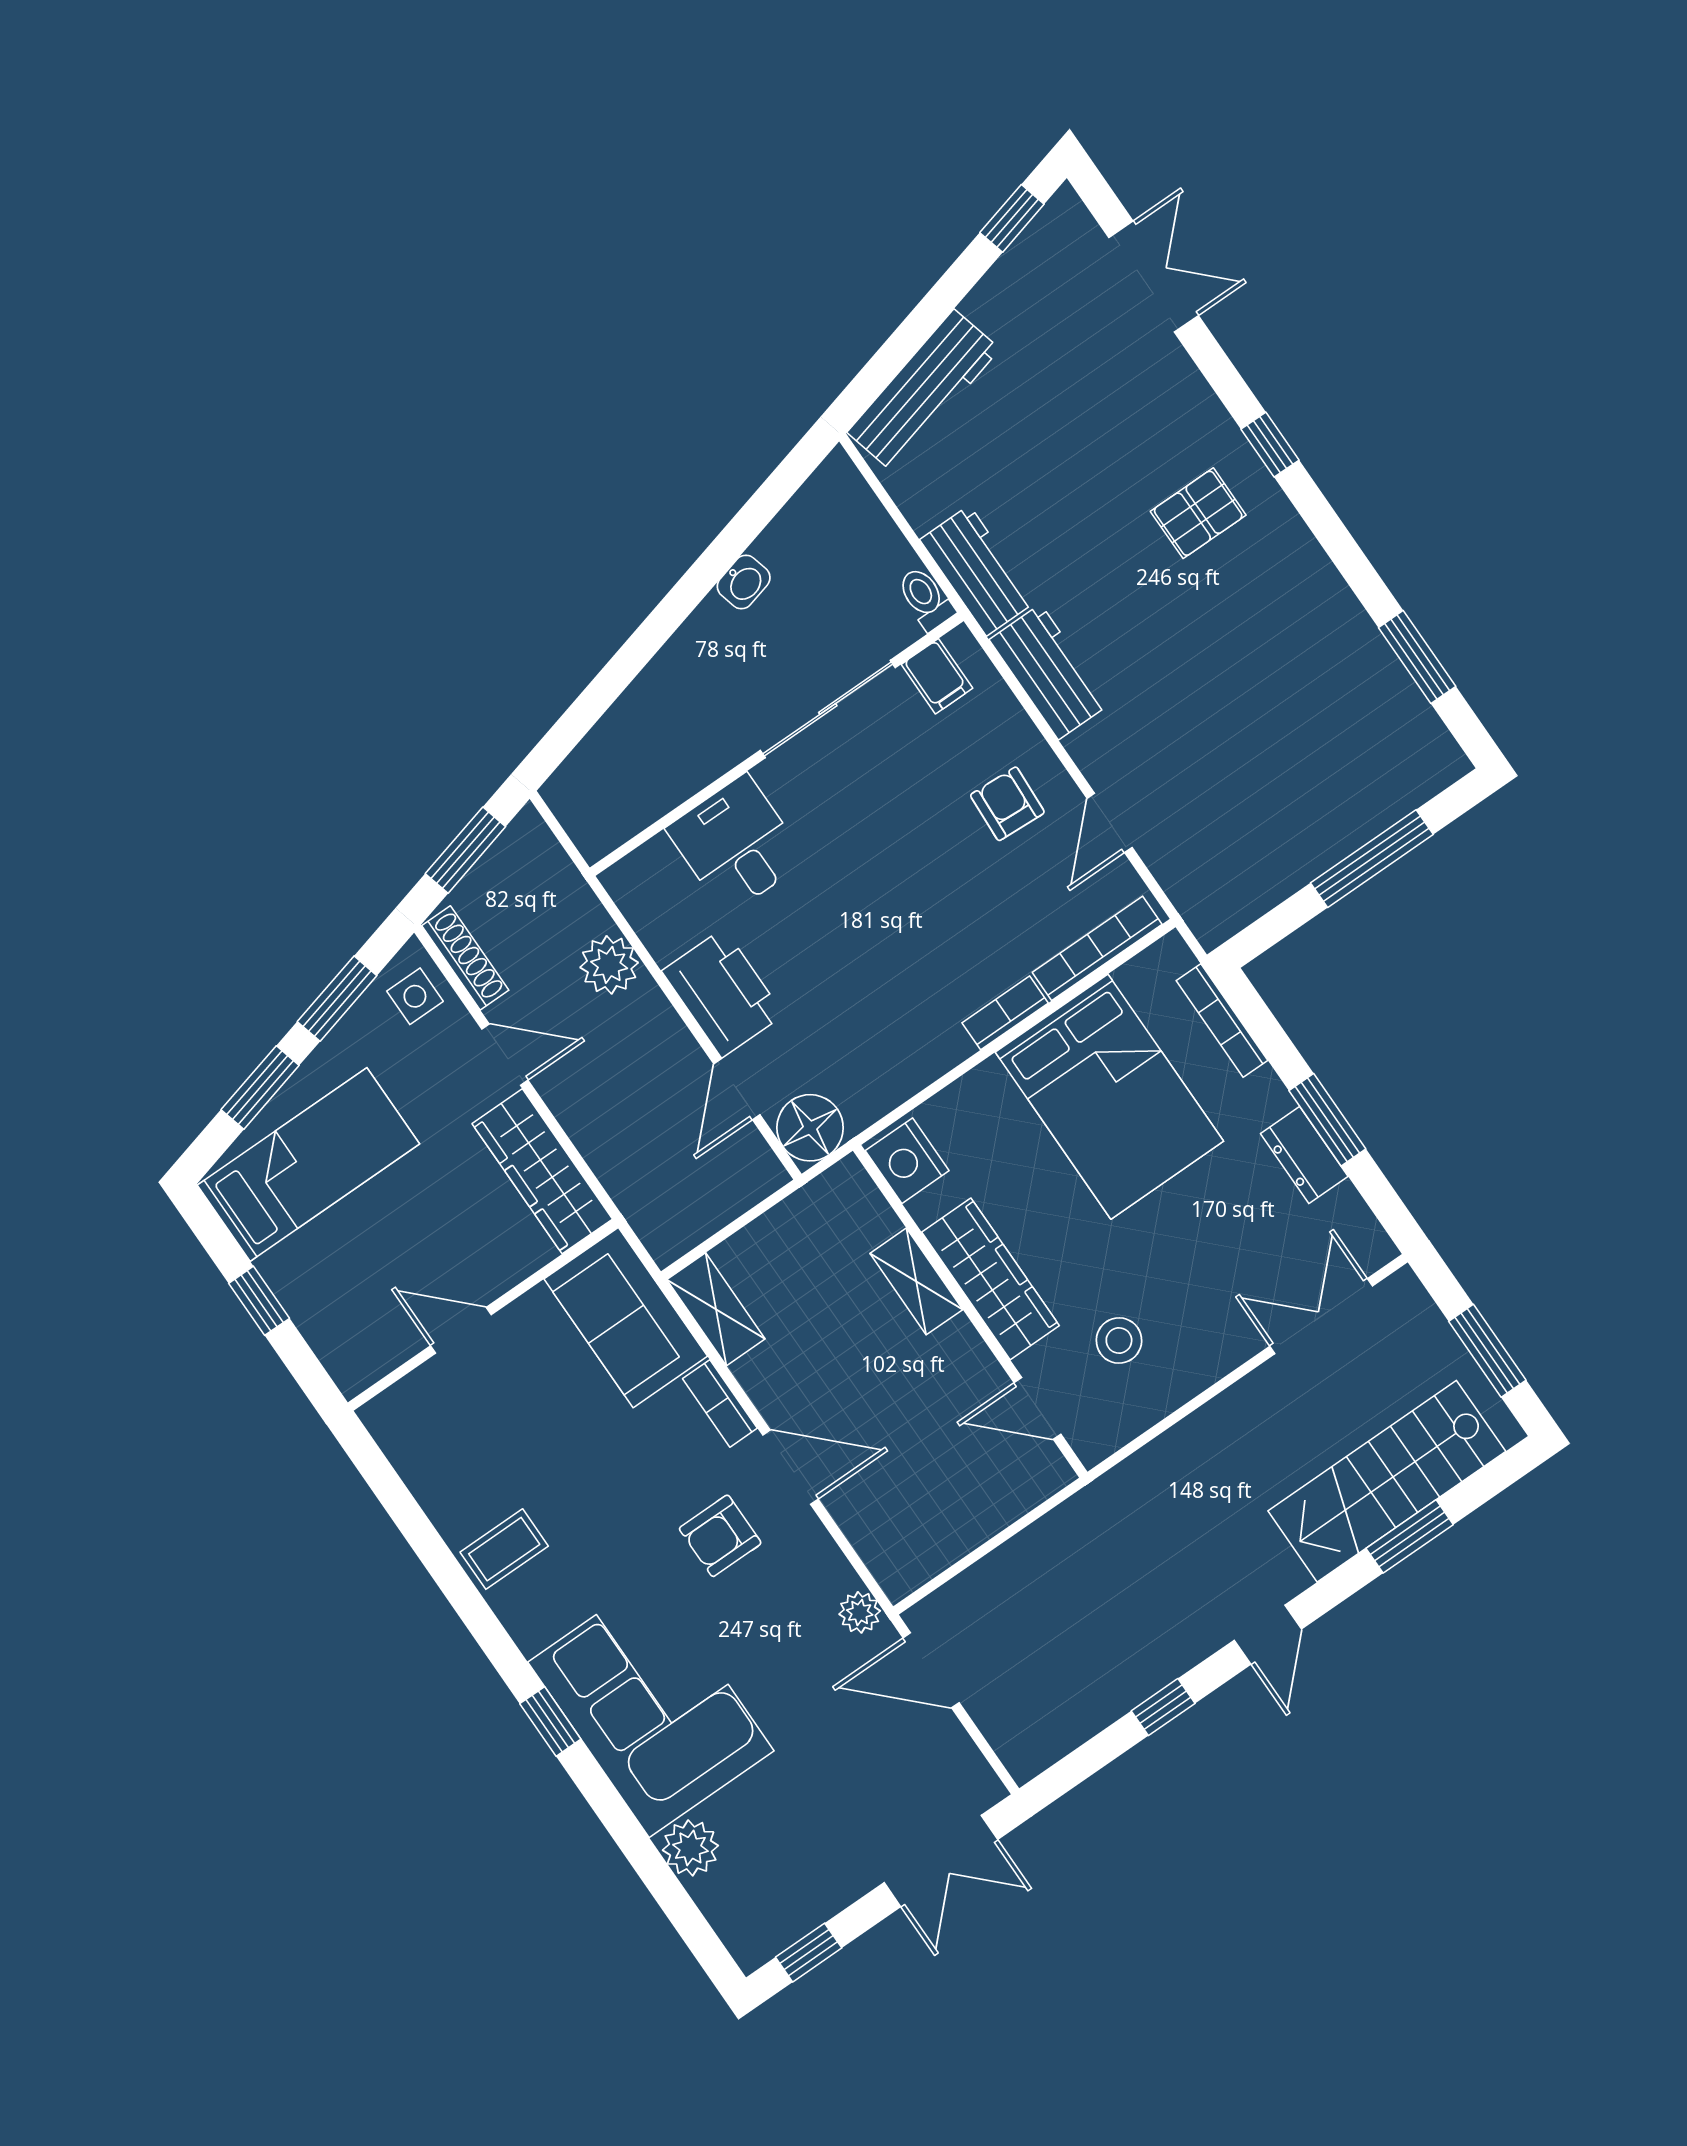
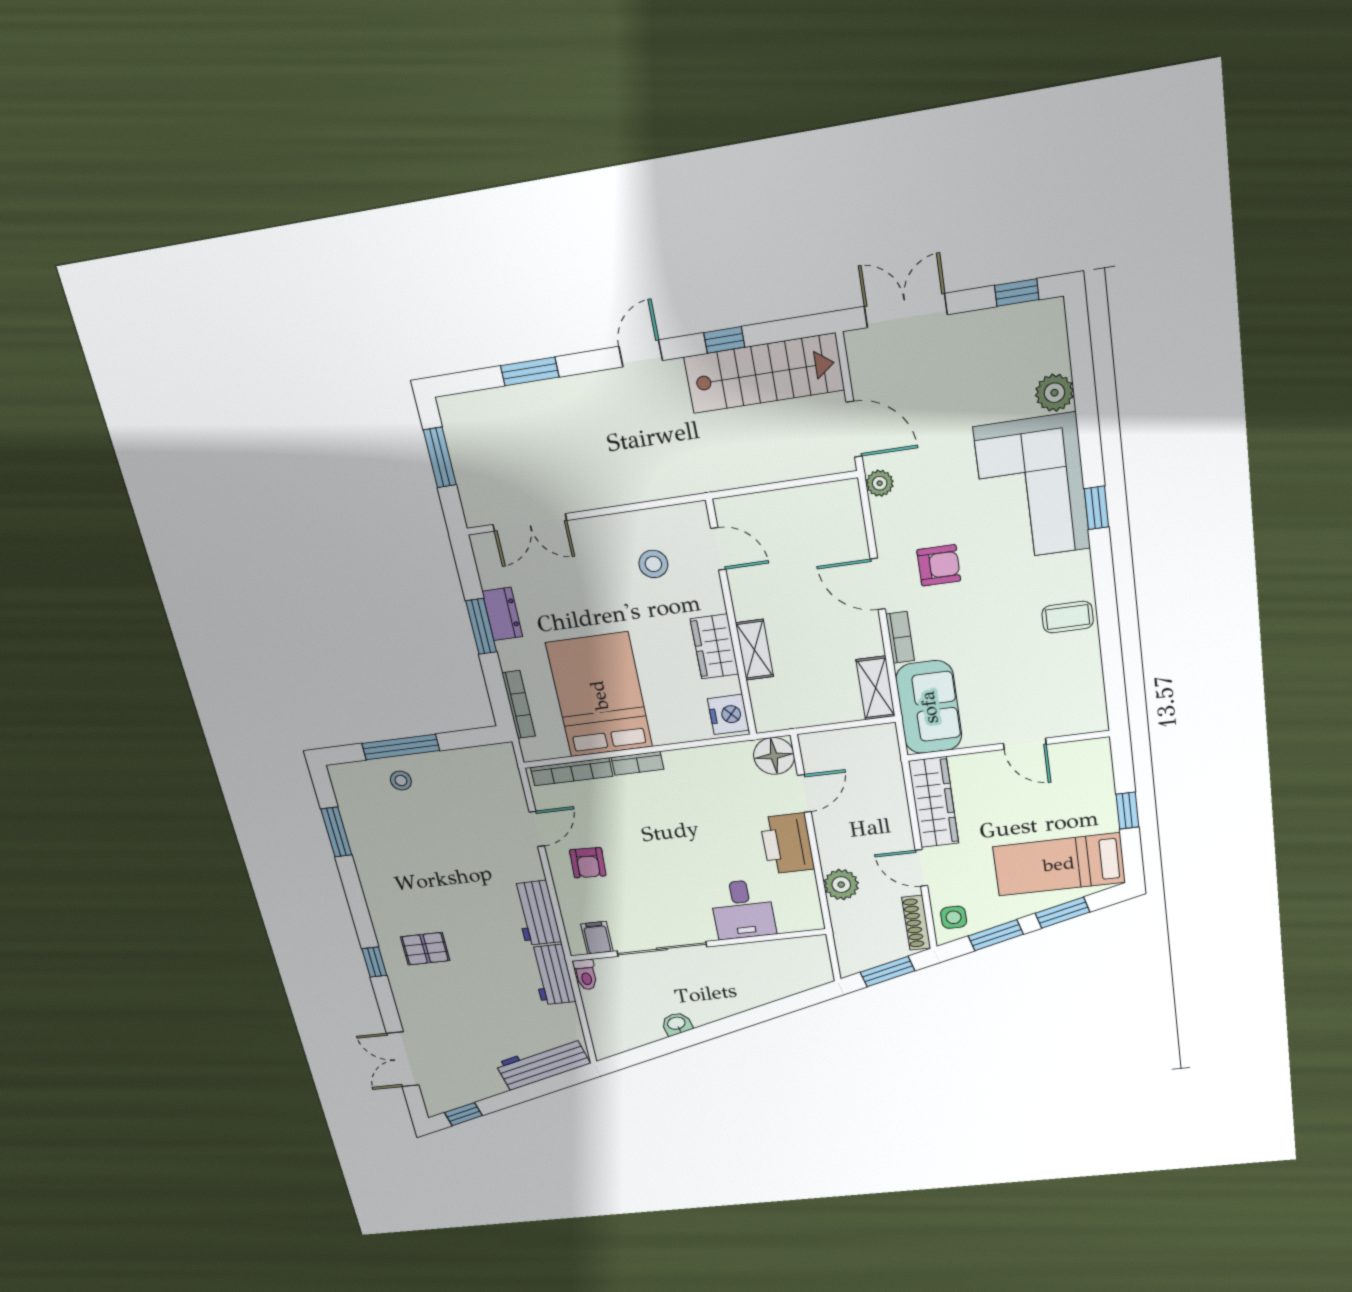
stool: (1350, 801) -> (401, 781), added
wardrobe: (991, 1279) -> (714, 647), width x0.67
stairs: (1387, 1481) -> (764, 373), moved

